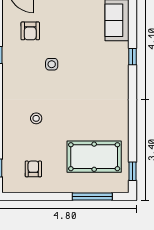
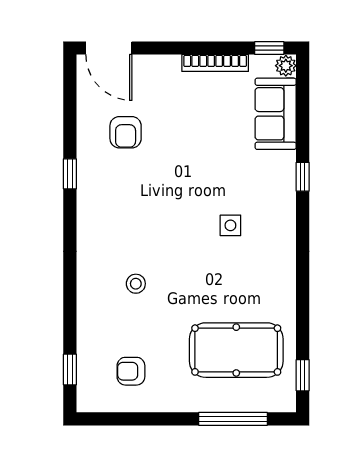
side table: (52, 64) -> (230, 225), moved
armchair: (33, 169) -> (131, 371), turned -90

